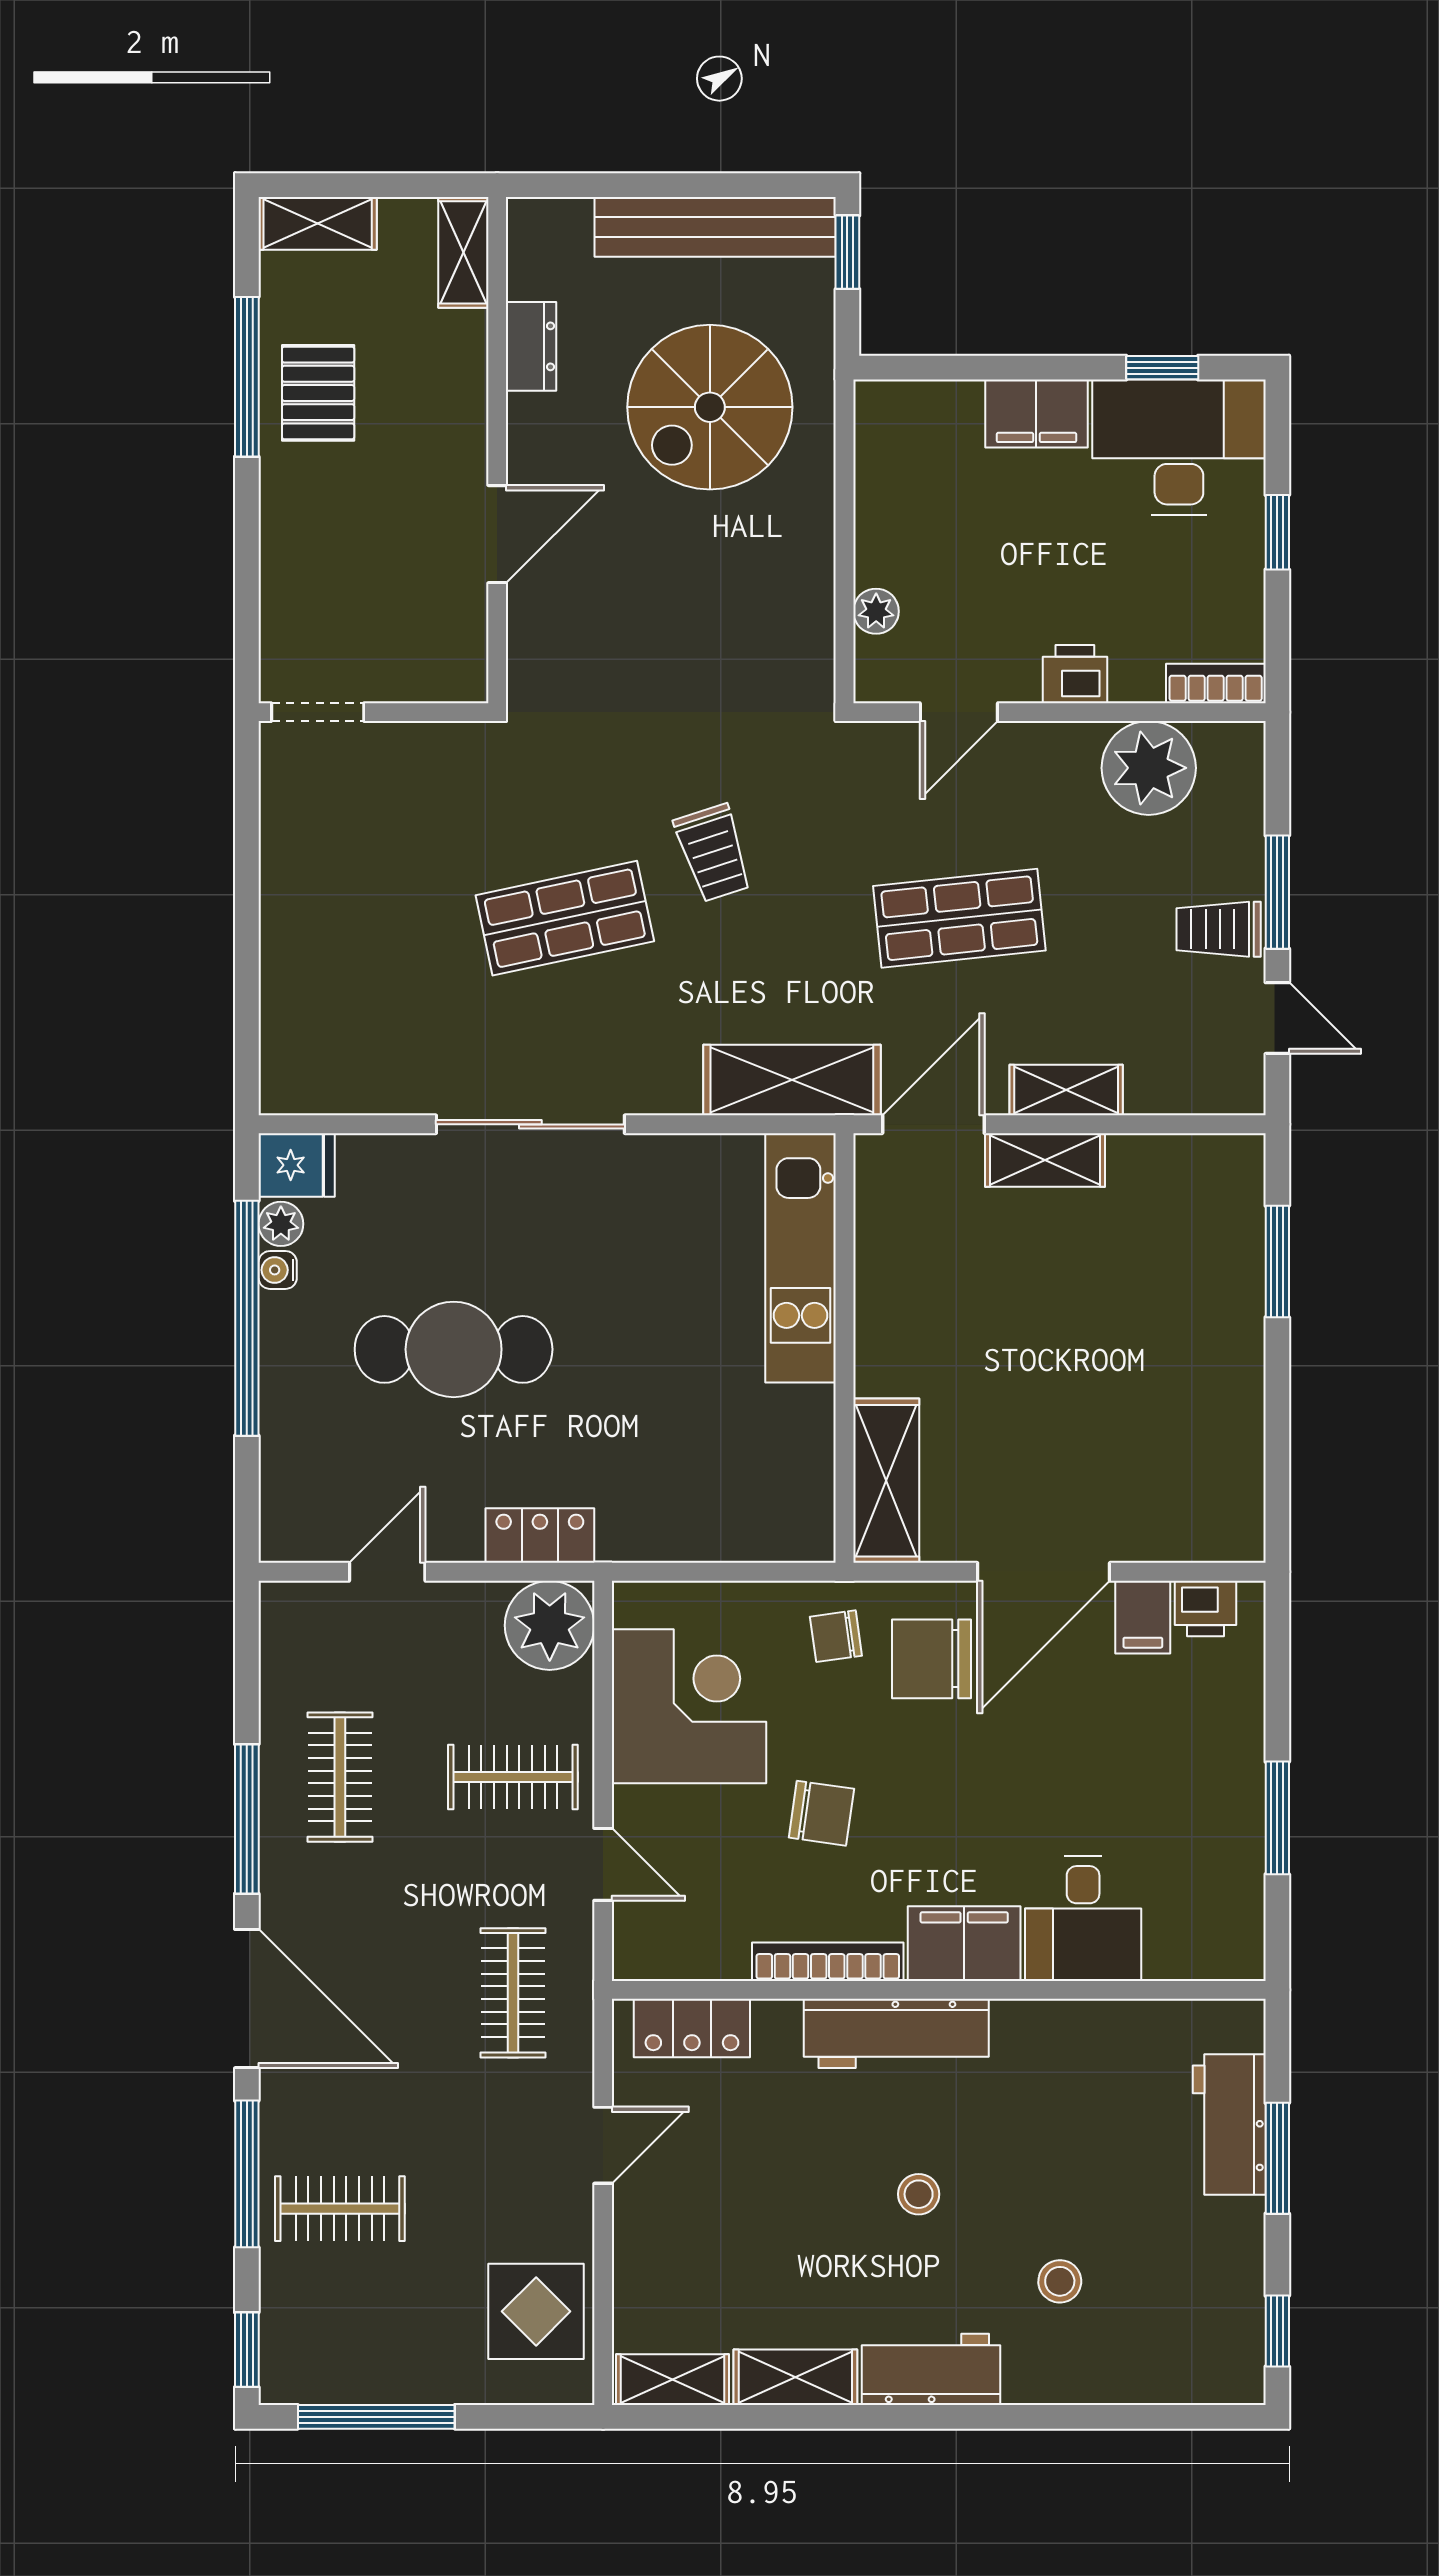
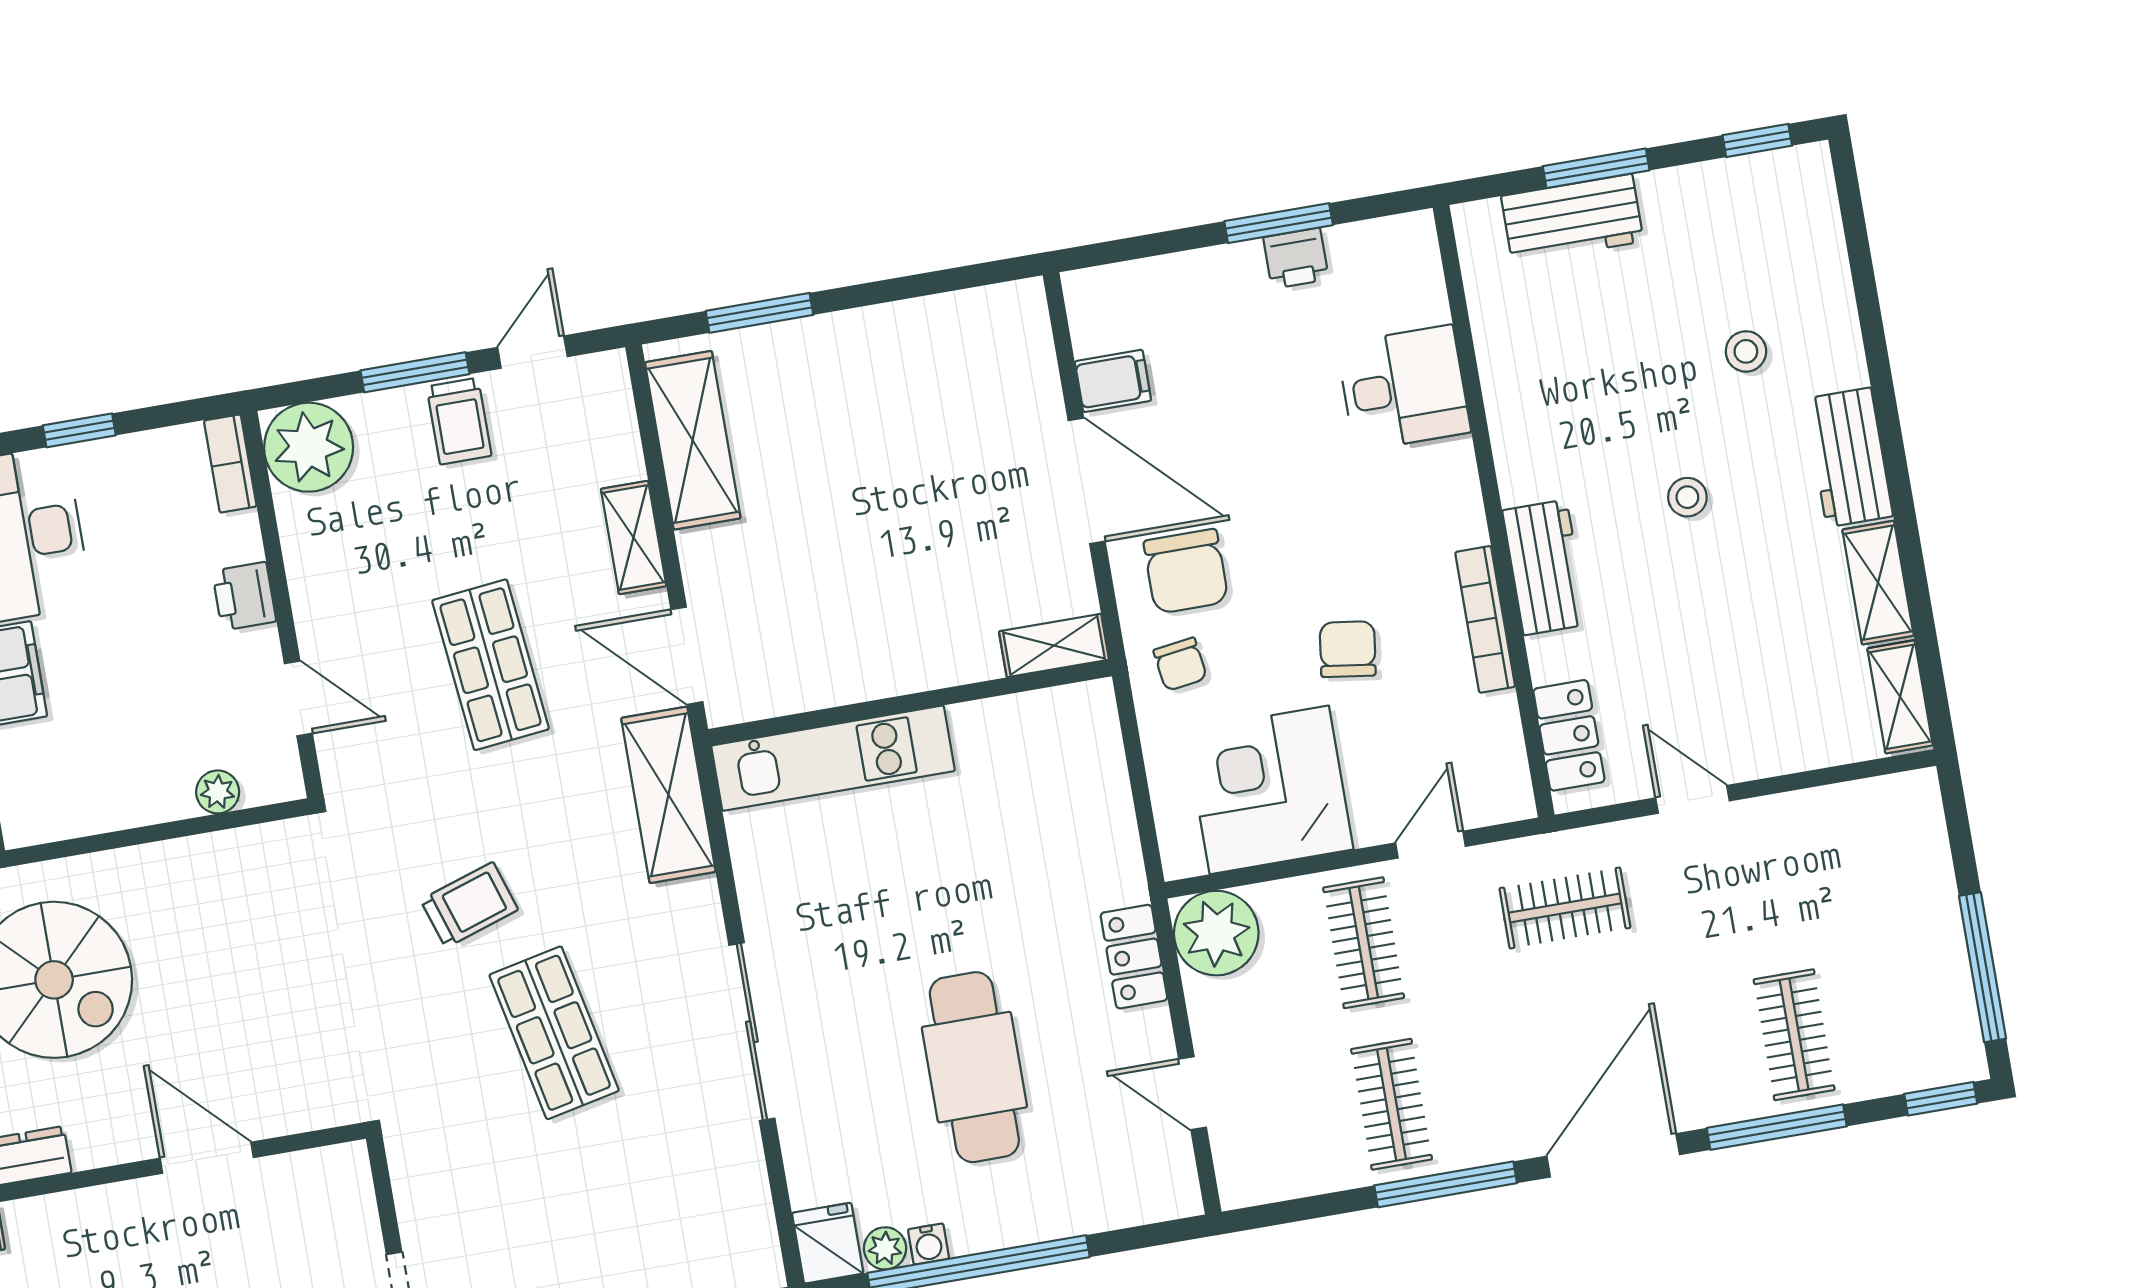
plant: (1149, 768) -> (309, 447), moved
shelving: (1045, 1160) -> (693, 440), moved, width x1.50, depth x1.33
shelving: (886, 1481) -> (1054, 646), width x0.67, depth x0.75
printer: (1205, 1608) -> (1296, 258), moved, turned 90
clothes rail: (340, 1777) -> (1392, 1104), turned 90
filing cabinet: (964, 1944) -> (1446, 495), removed
workbench: (896, 2033) -> (1545, 567), width x0.73
display table: (536, 2311) -> (1858, 835), removed

